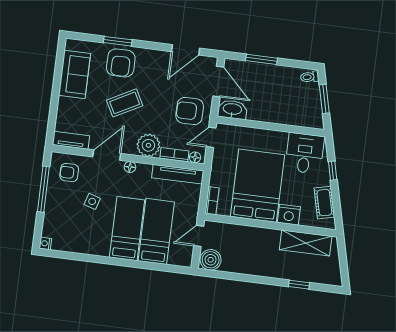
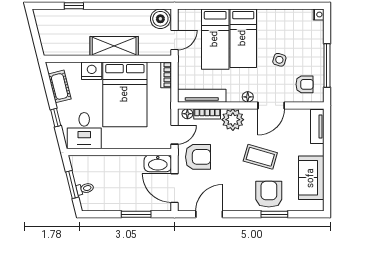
toilet: (310, 77) -> (85, 189), moved
coffee table: (125, 103) -> (260, 157), turned 44
tv unit: (71, 140) -> (317, 126), moved, turned 90
shelving: (306, 243) -> (114, 46), moved

